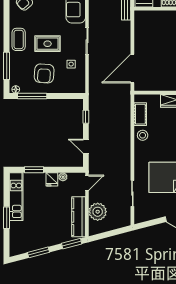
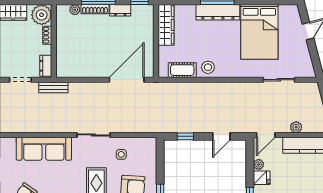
door: (132, 68) -> (127, 80), swing flipped
door: (87, 183) -> (266, 135), swing flipped
plant: (98, 212) -> (296, 127), width x0.53, depth x0.53

